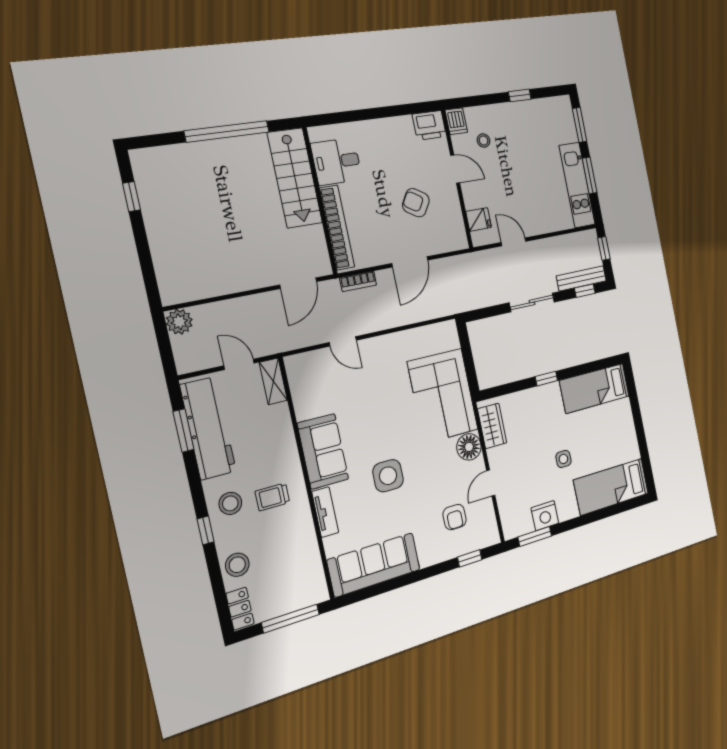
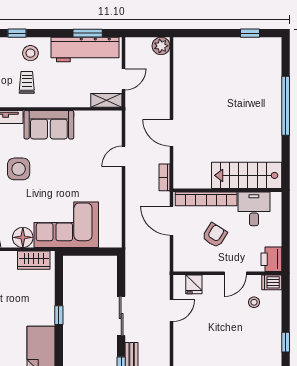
desk: (337, 161) -> (254, 209), moved
stairs: (295, 178) -> (247, 175), moved
wall: (320, 201) -> (227, 190), moved
bookcase: (337, 228) -> (206, 199), moved

